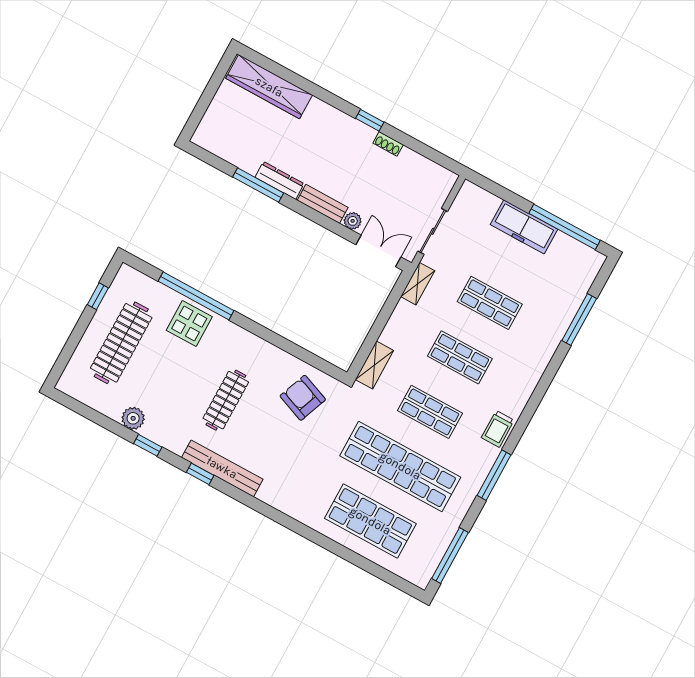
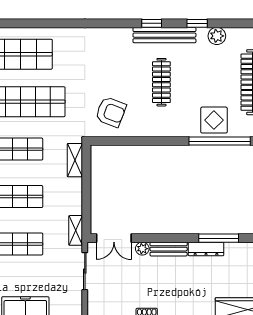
bench: (222, 468) -> (164, 35), moved

